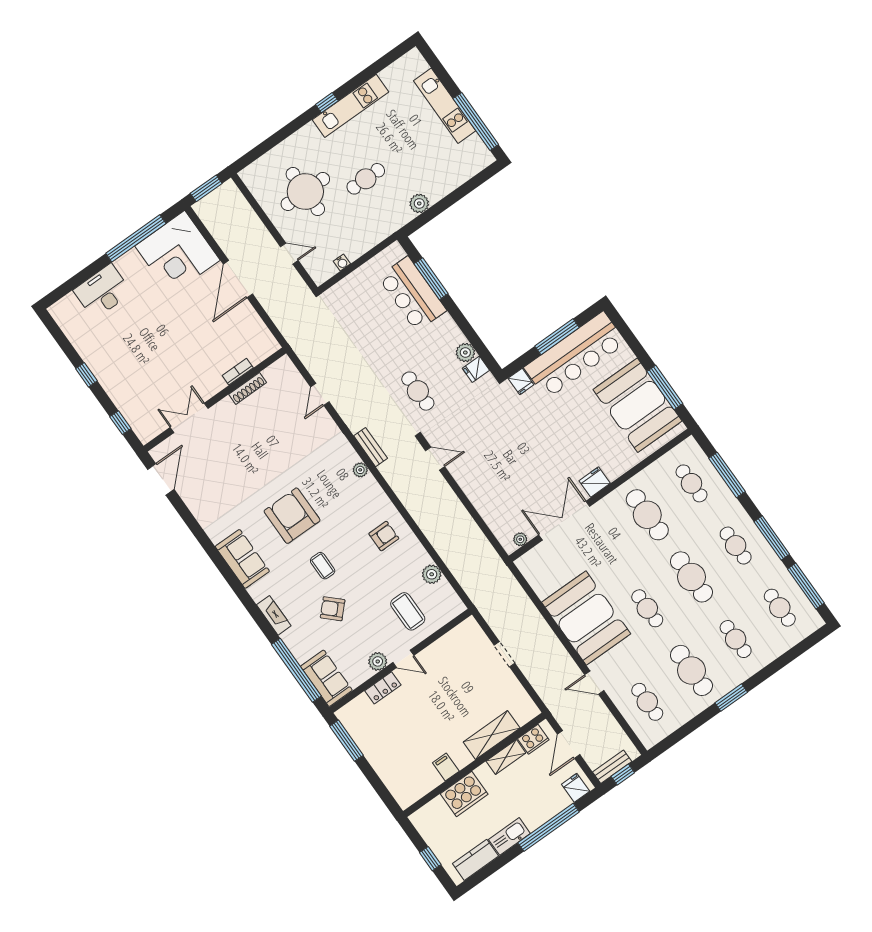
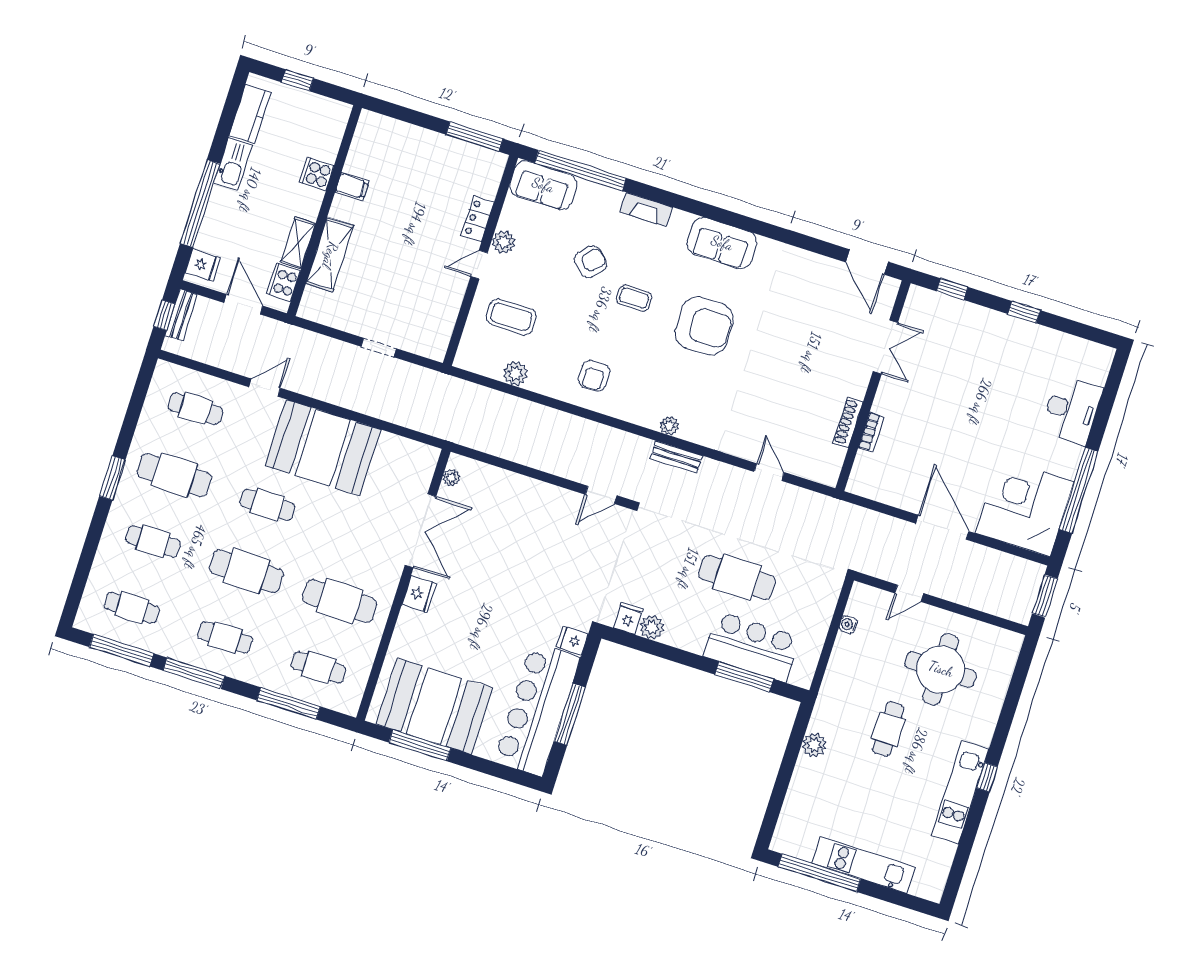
cafe table: (418, 391) -> (737, 577), moved, width x1.37, depth x1.35
cooker: (464, 794) -> (317, 174), width x0.53, depth x0.76

